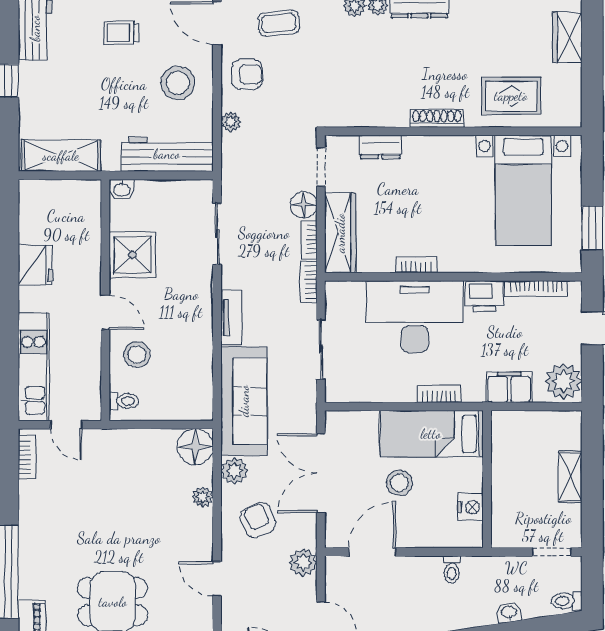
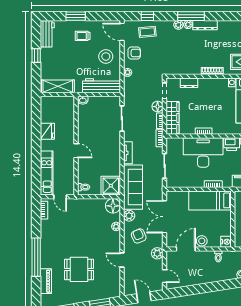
shower: (132, 255) -> (111, 186), moved
stool: (137, 354) -> (89, 168), removed
stool: (399, 483) -> (202, 241), moved
nightstand: (470, 507) -> (226, 242), moved

